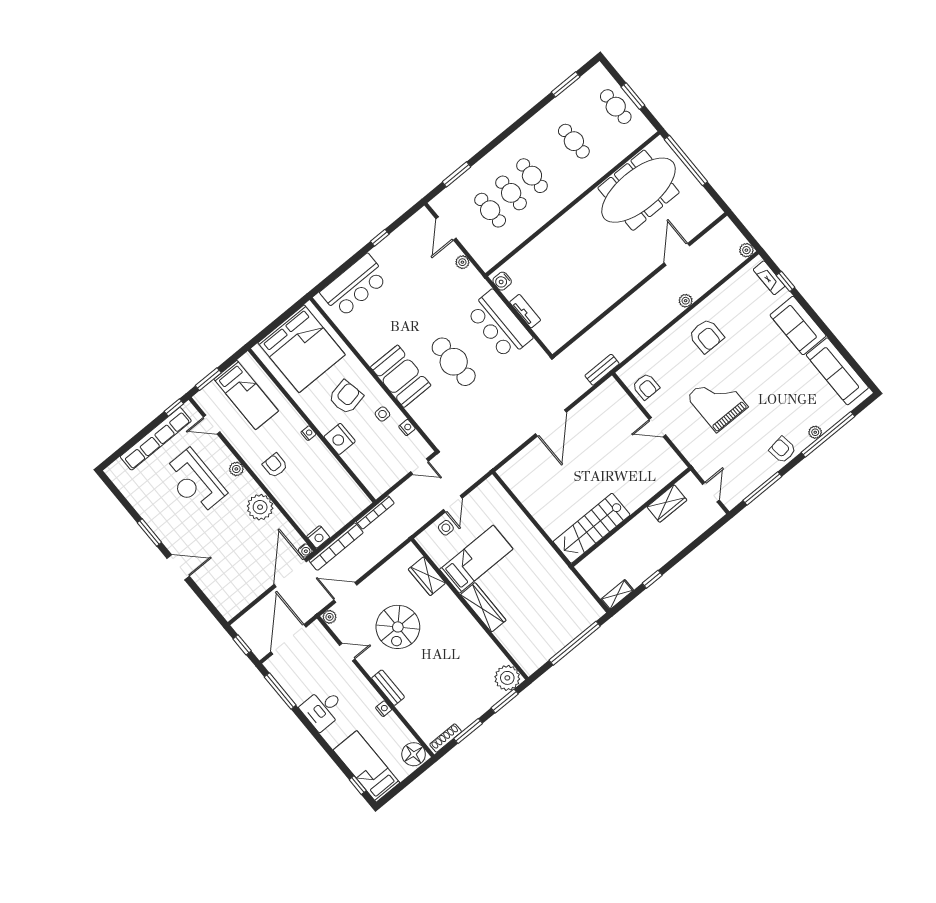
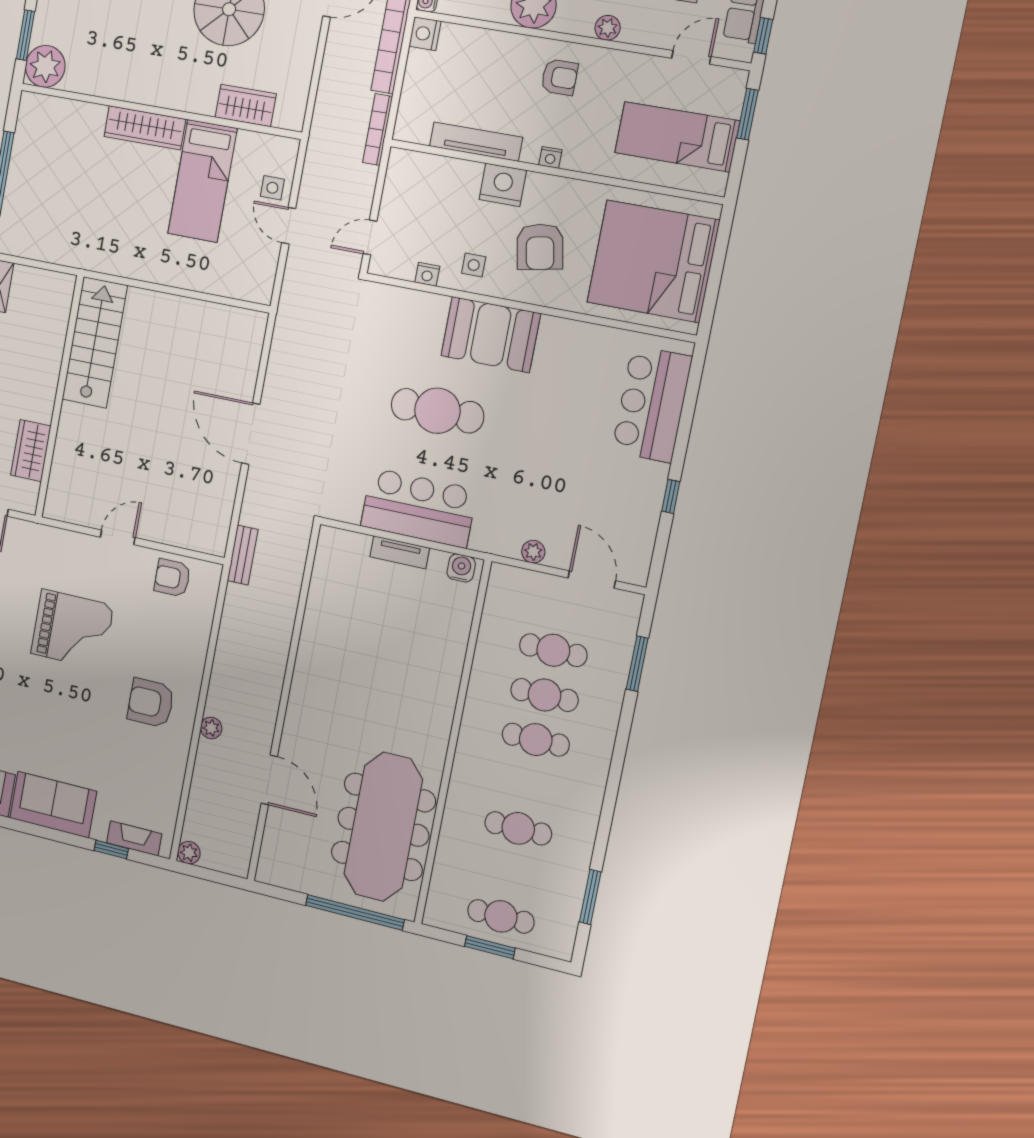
tv unit: (335, 469) -> (476, 142), added

